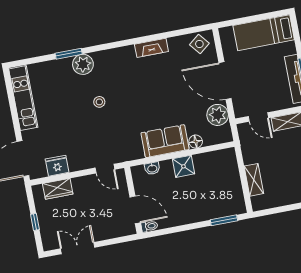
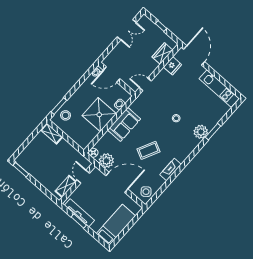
coffee table: (160, 89) -> (148, 150), added
door: (258, 117) -> (83, 177), hinge flipped
floor lamp: (196, 142) -> (93, 153), moved
shower: (183, 166) -> (99, 115), width x1.86, depth x1.86
shelving: (254, 180) -> (52, 133), moved
stool: (225, 204) -> (66, 115), added

